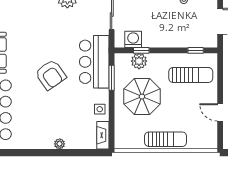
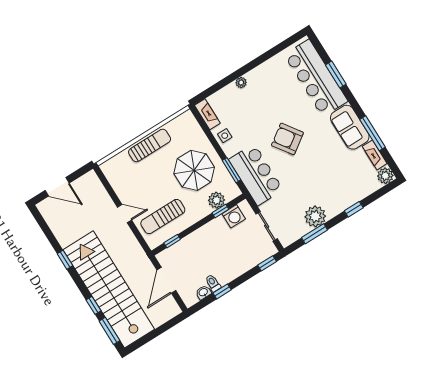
door: (220, 112) -> (125, 214), moved
sun lounger: (166, 139) -> (150, 145), turned 180

